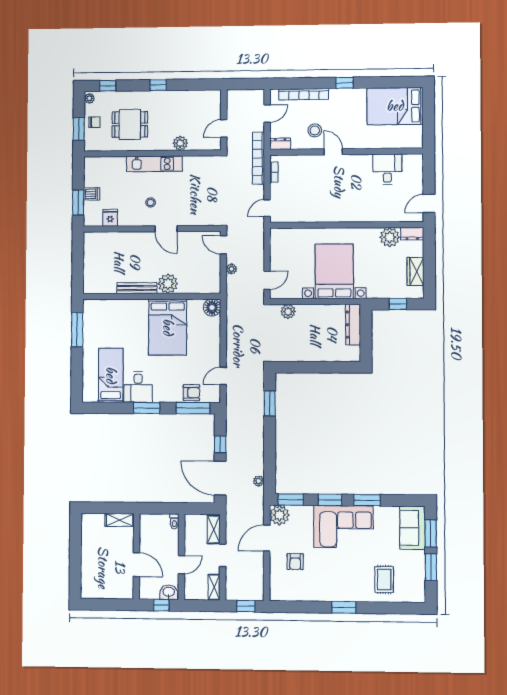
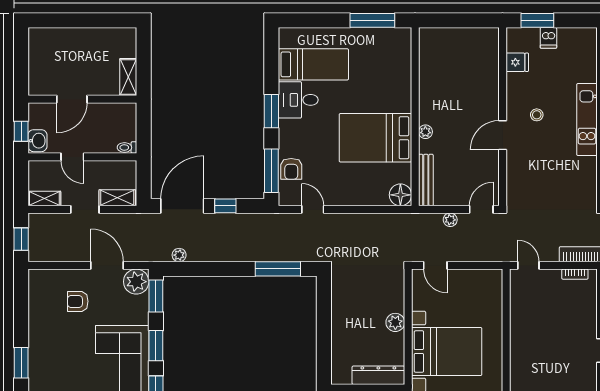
plant: (168, 284) -> (425, 132), width x0.53, depth x0.53
bench: (137, 288) -> (426, 180), moved
plant: (288, 311) -> (395, 322), moved
window: (270, 403) -> (278, 269), width x1.44

